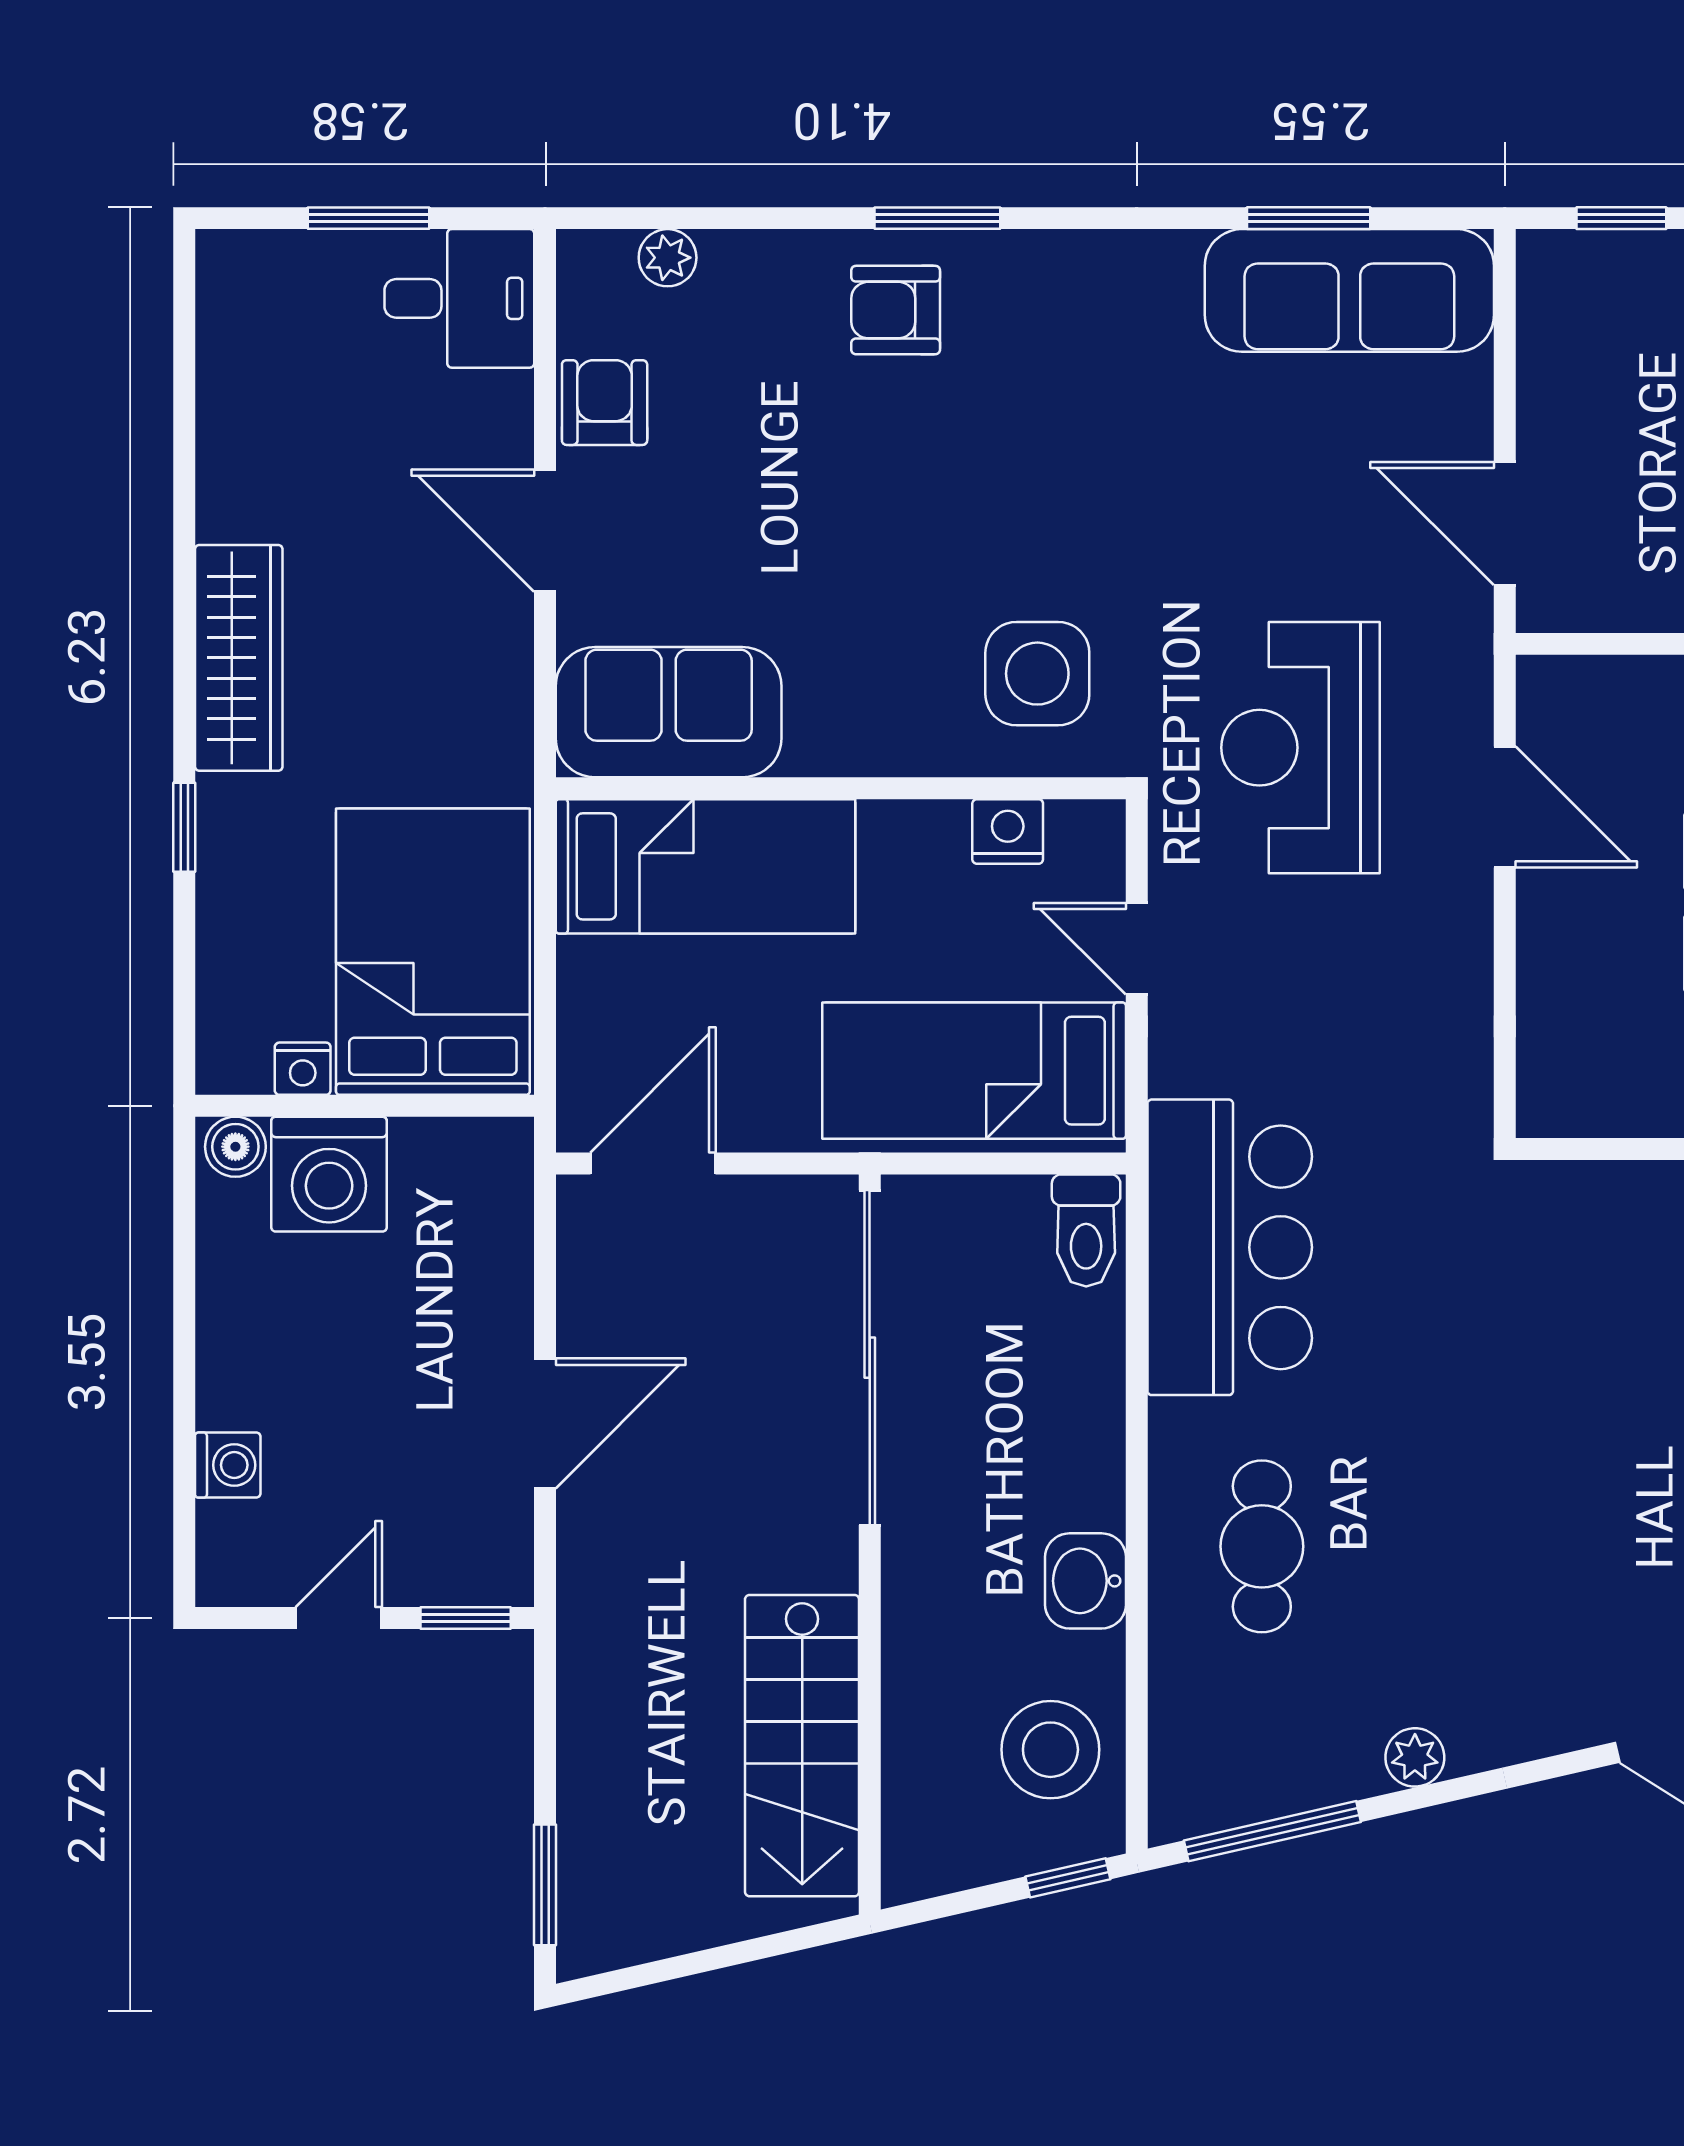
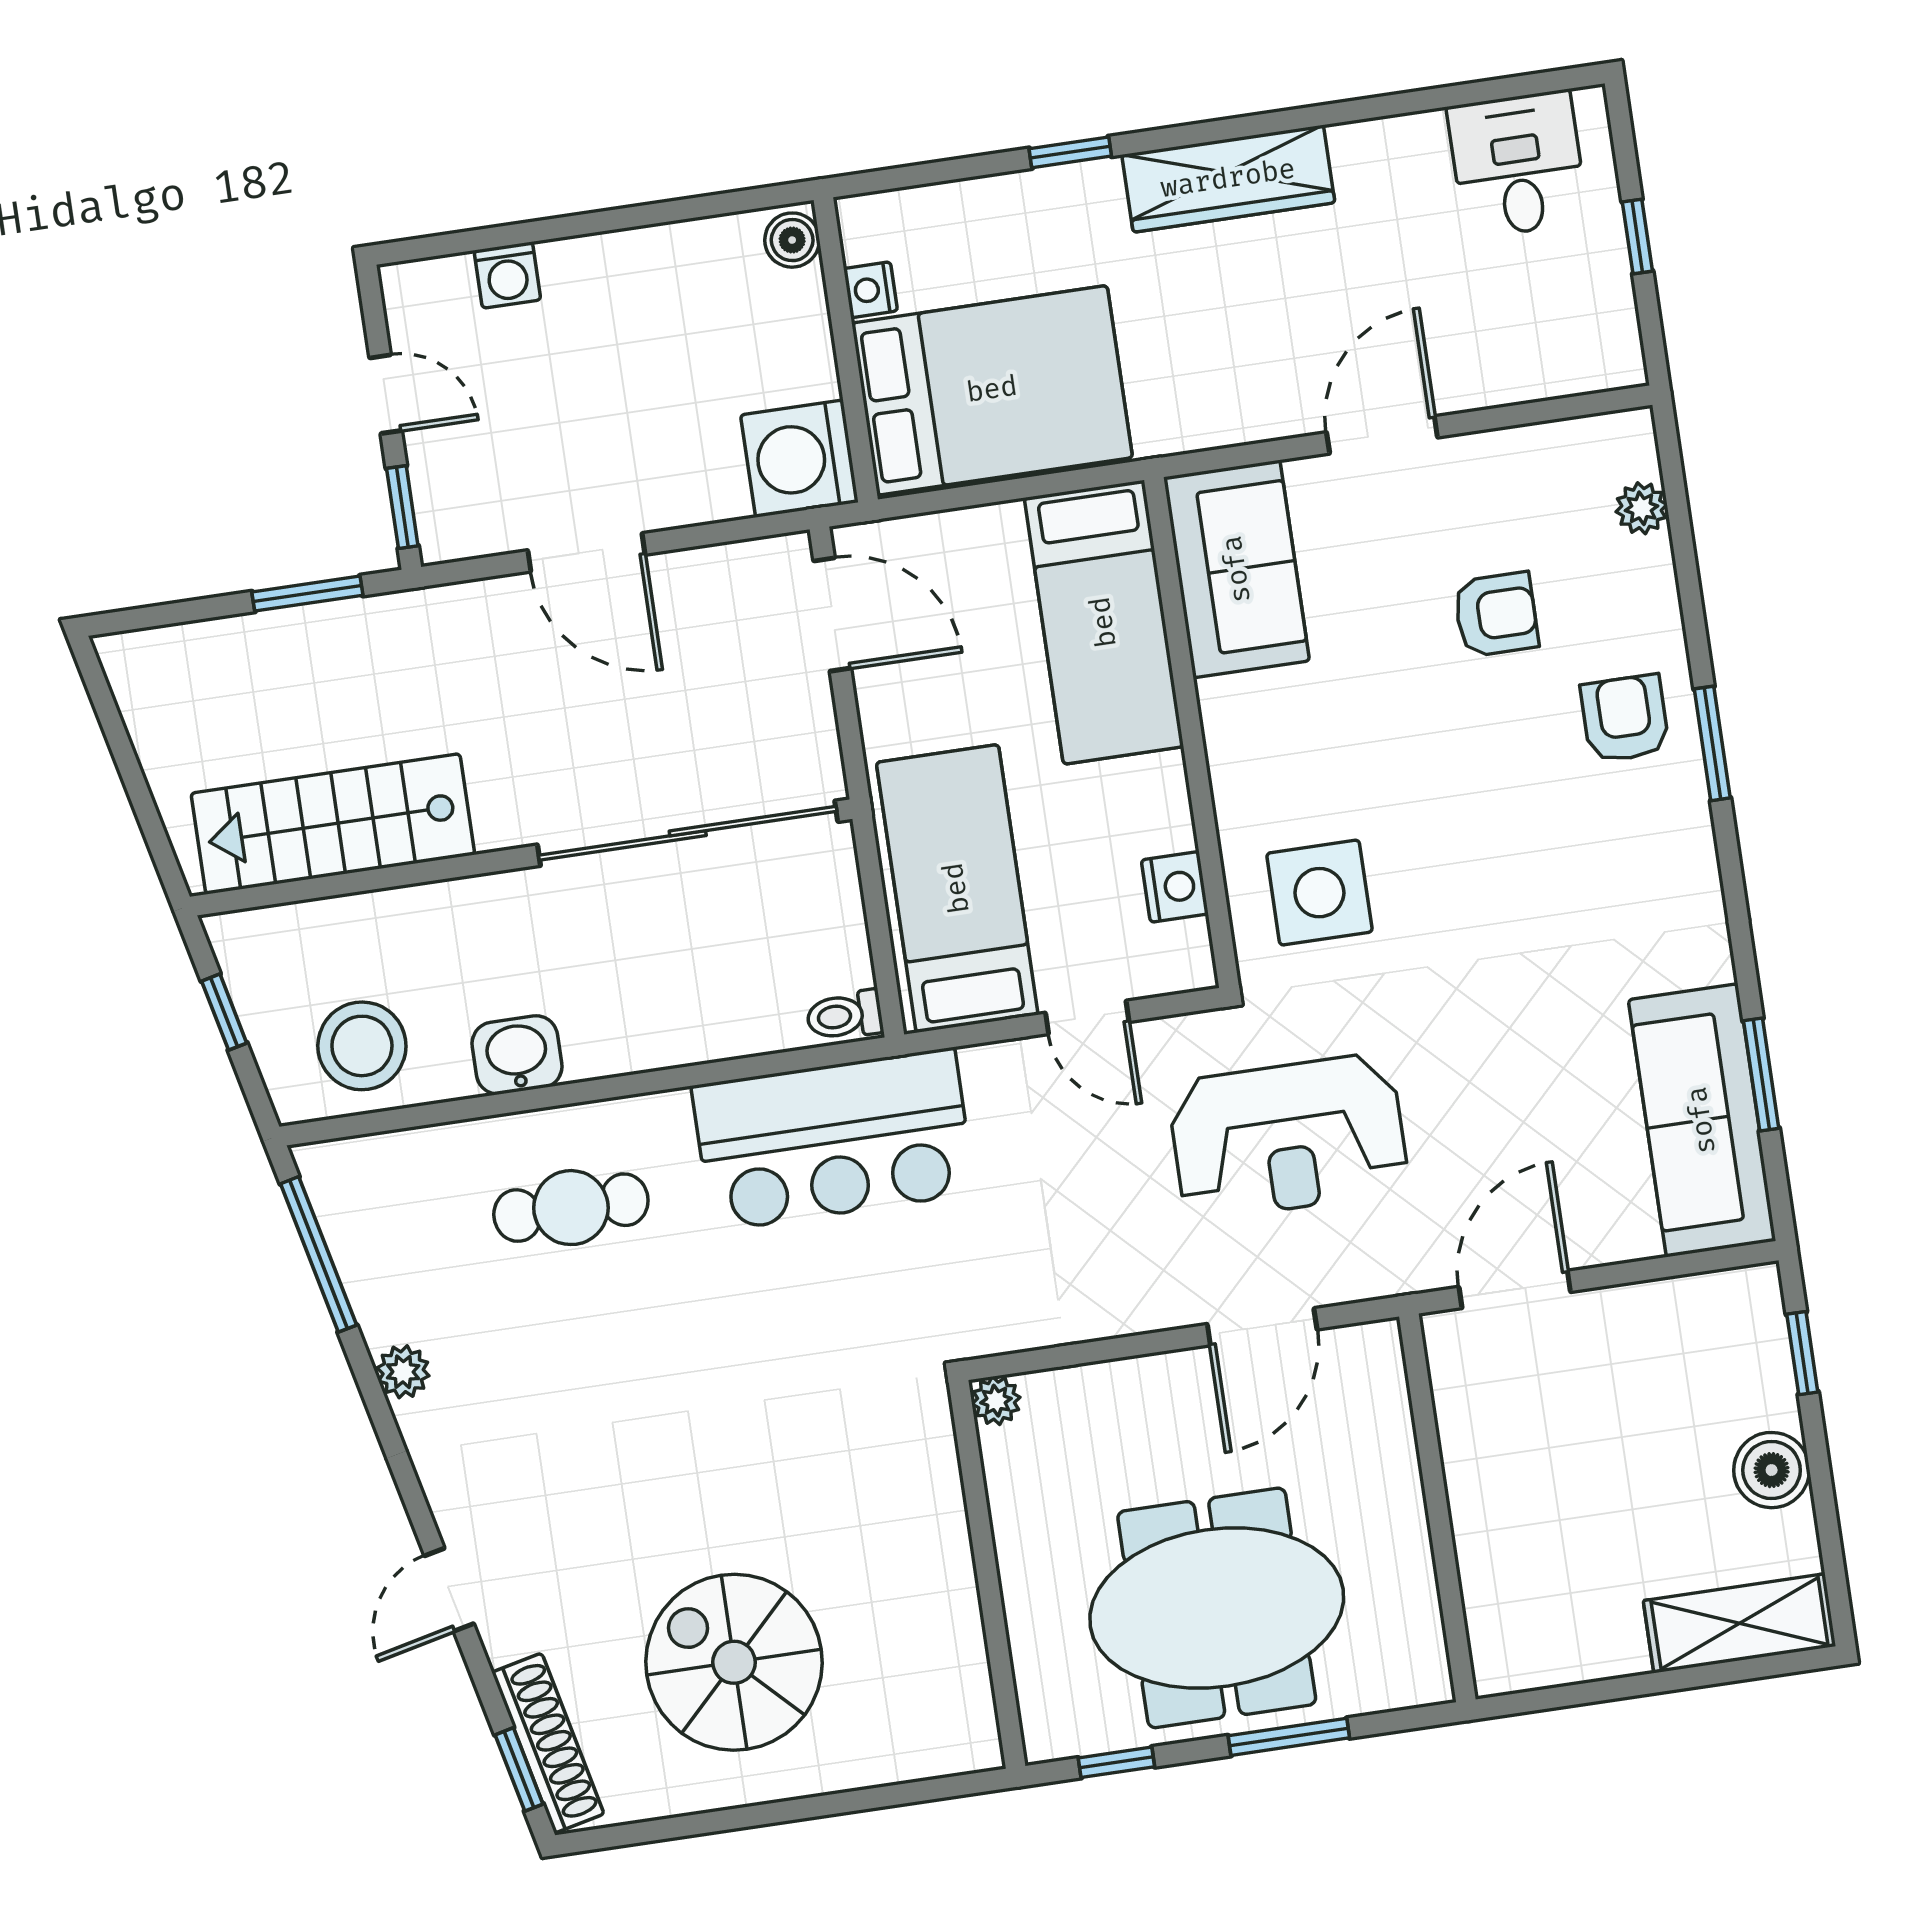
window: (369, 218) -> (1637, 236), width x0.67
desk: (459, 298) -> (1517, 164), moved, turned 180
armchair: (605, 403) -> (1496, 614), moved
reception desk: (1300, 748) -> (1288, 1137), turned 180
door: (1137, 949) -> (1087, 1017), swing flipped
plant: (1543, 1111) -> (996, 1401), added
washing machine: (329, 1174) -> (799, 459), moved
toilet: (1086, 1230) -> (845, 1016), width x0.73, depth x0.72
window: (1068, 1878) -> (224, 1012), moved
window: (545, 1885) -> (307, 594), moved

